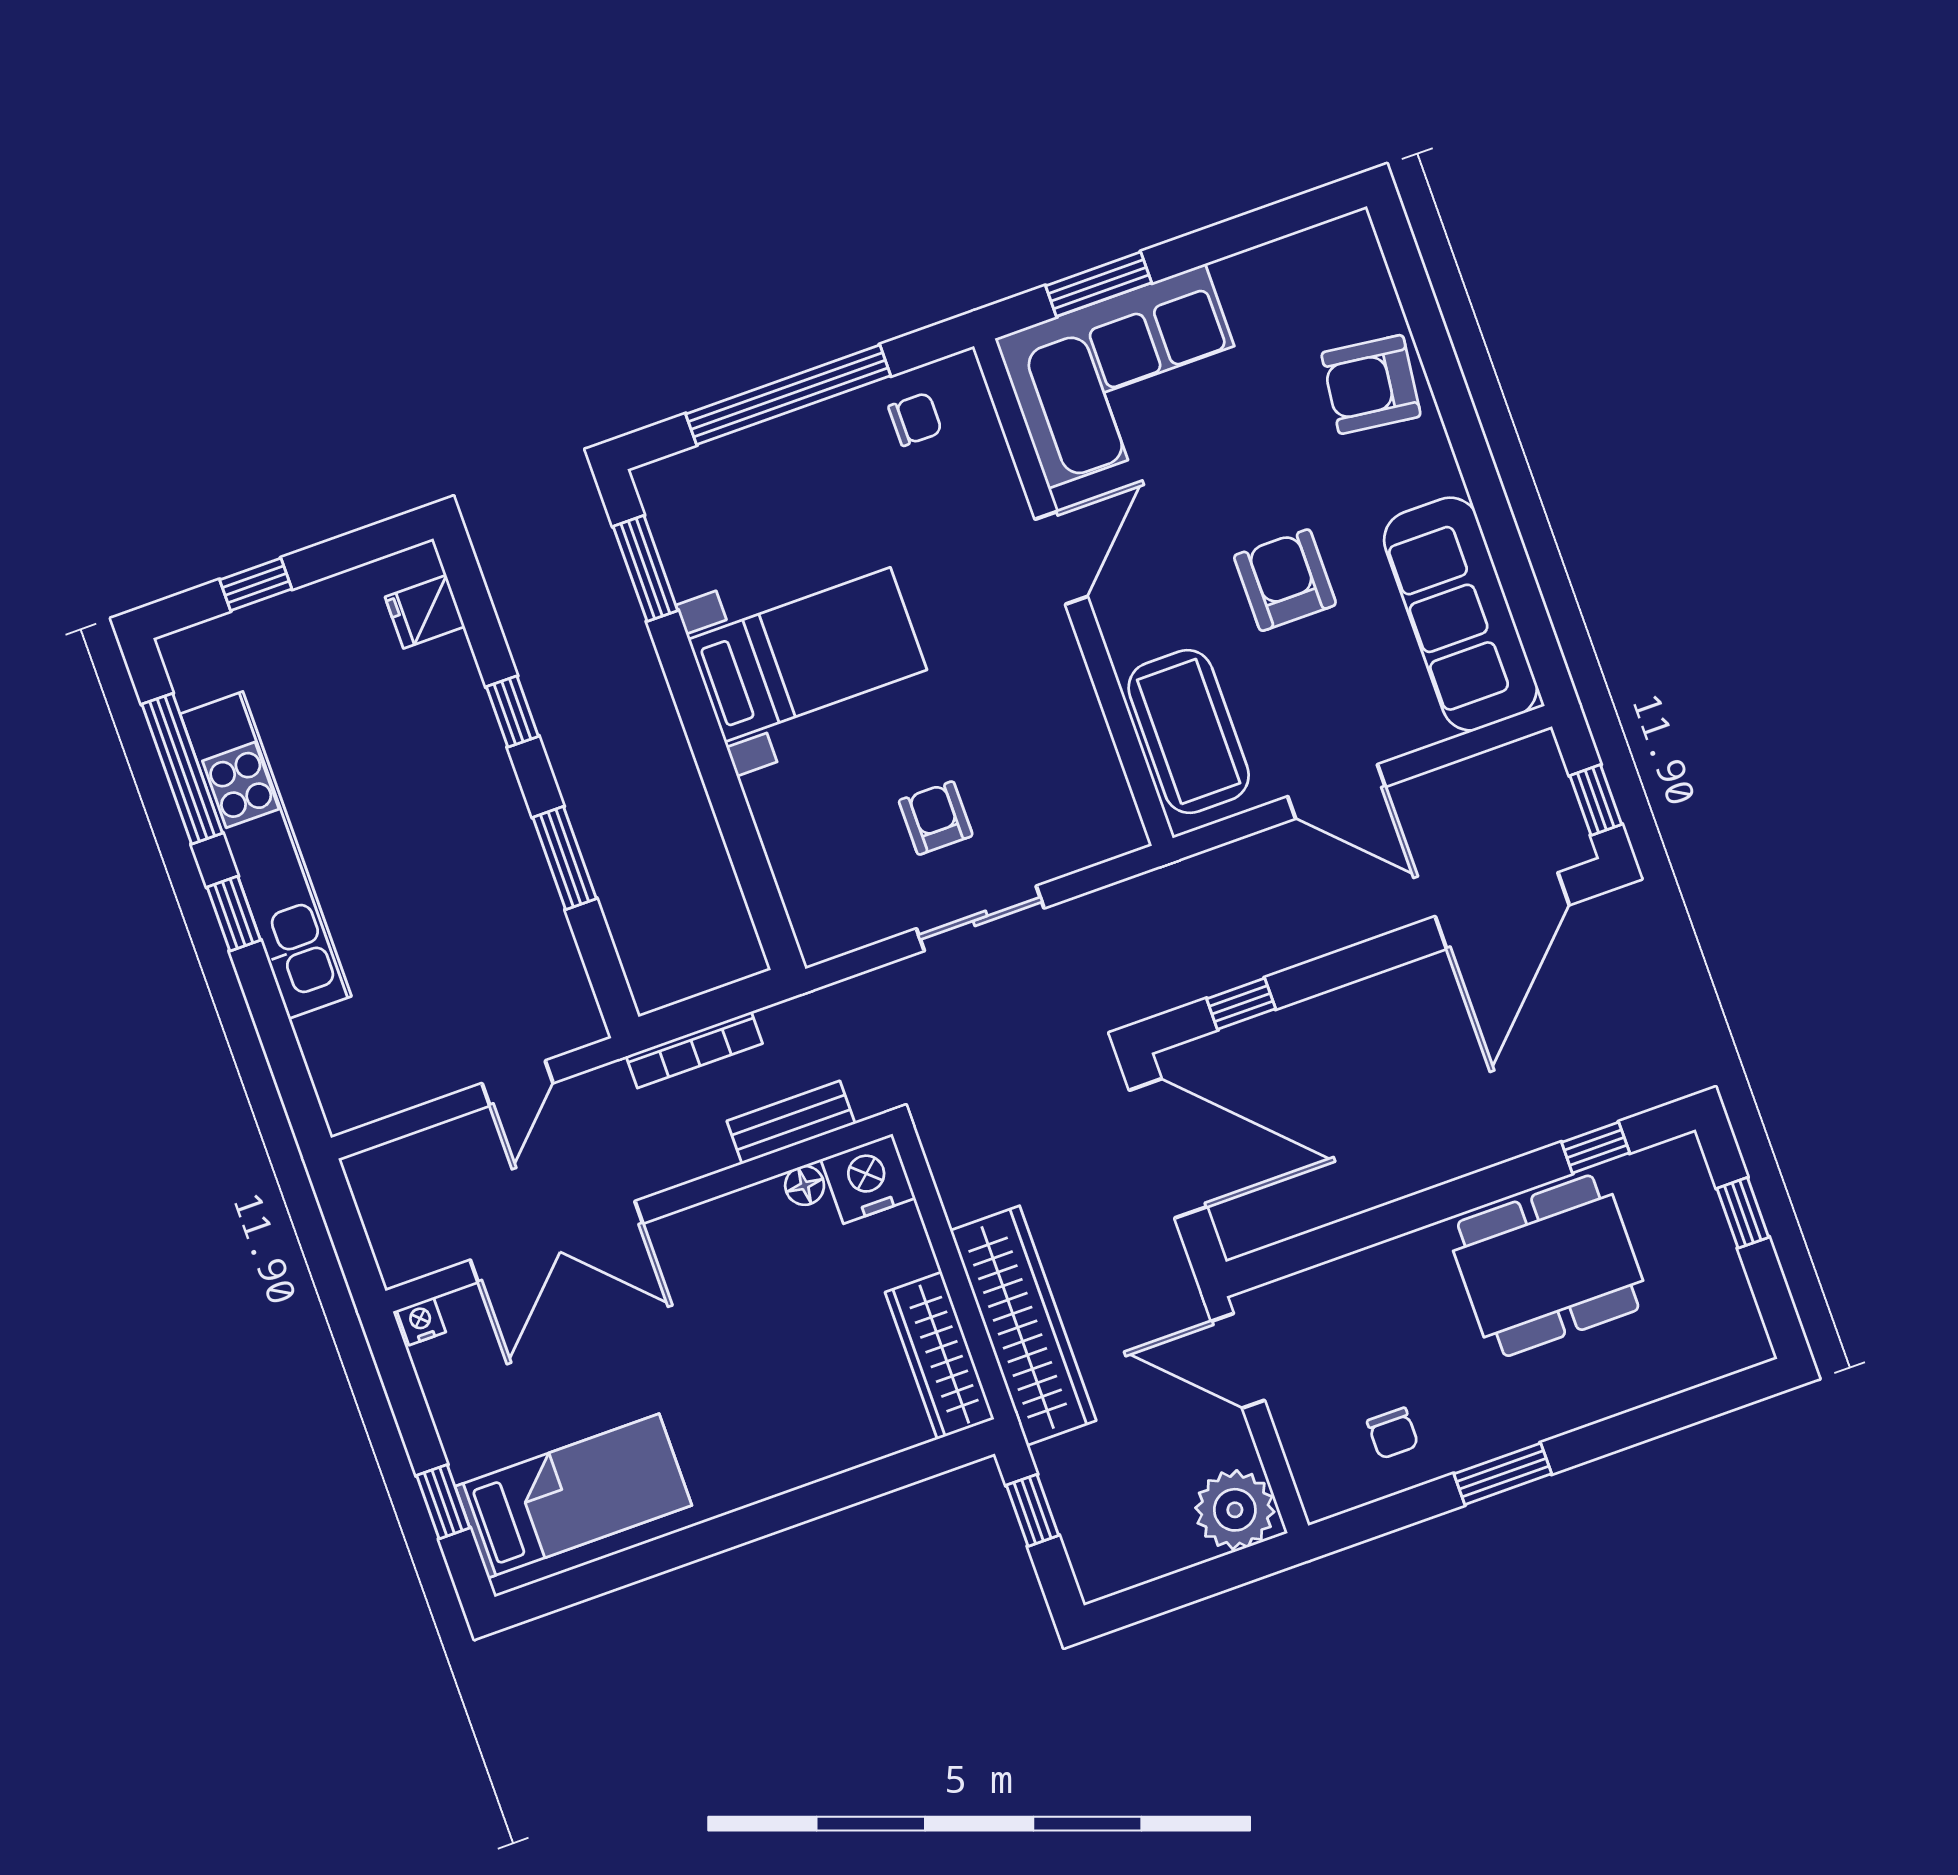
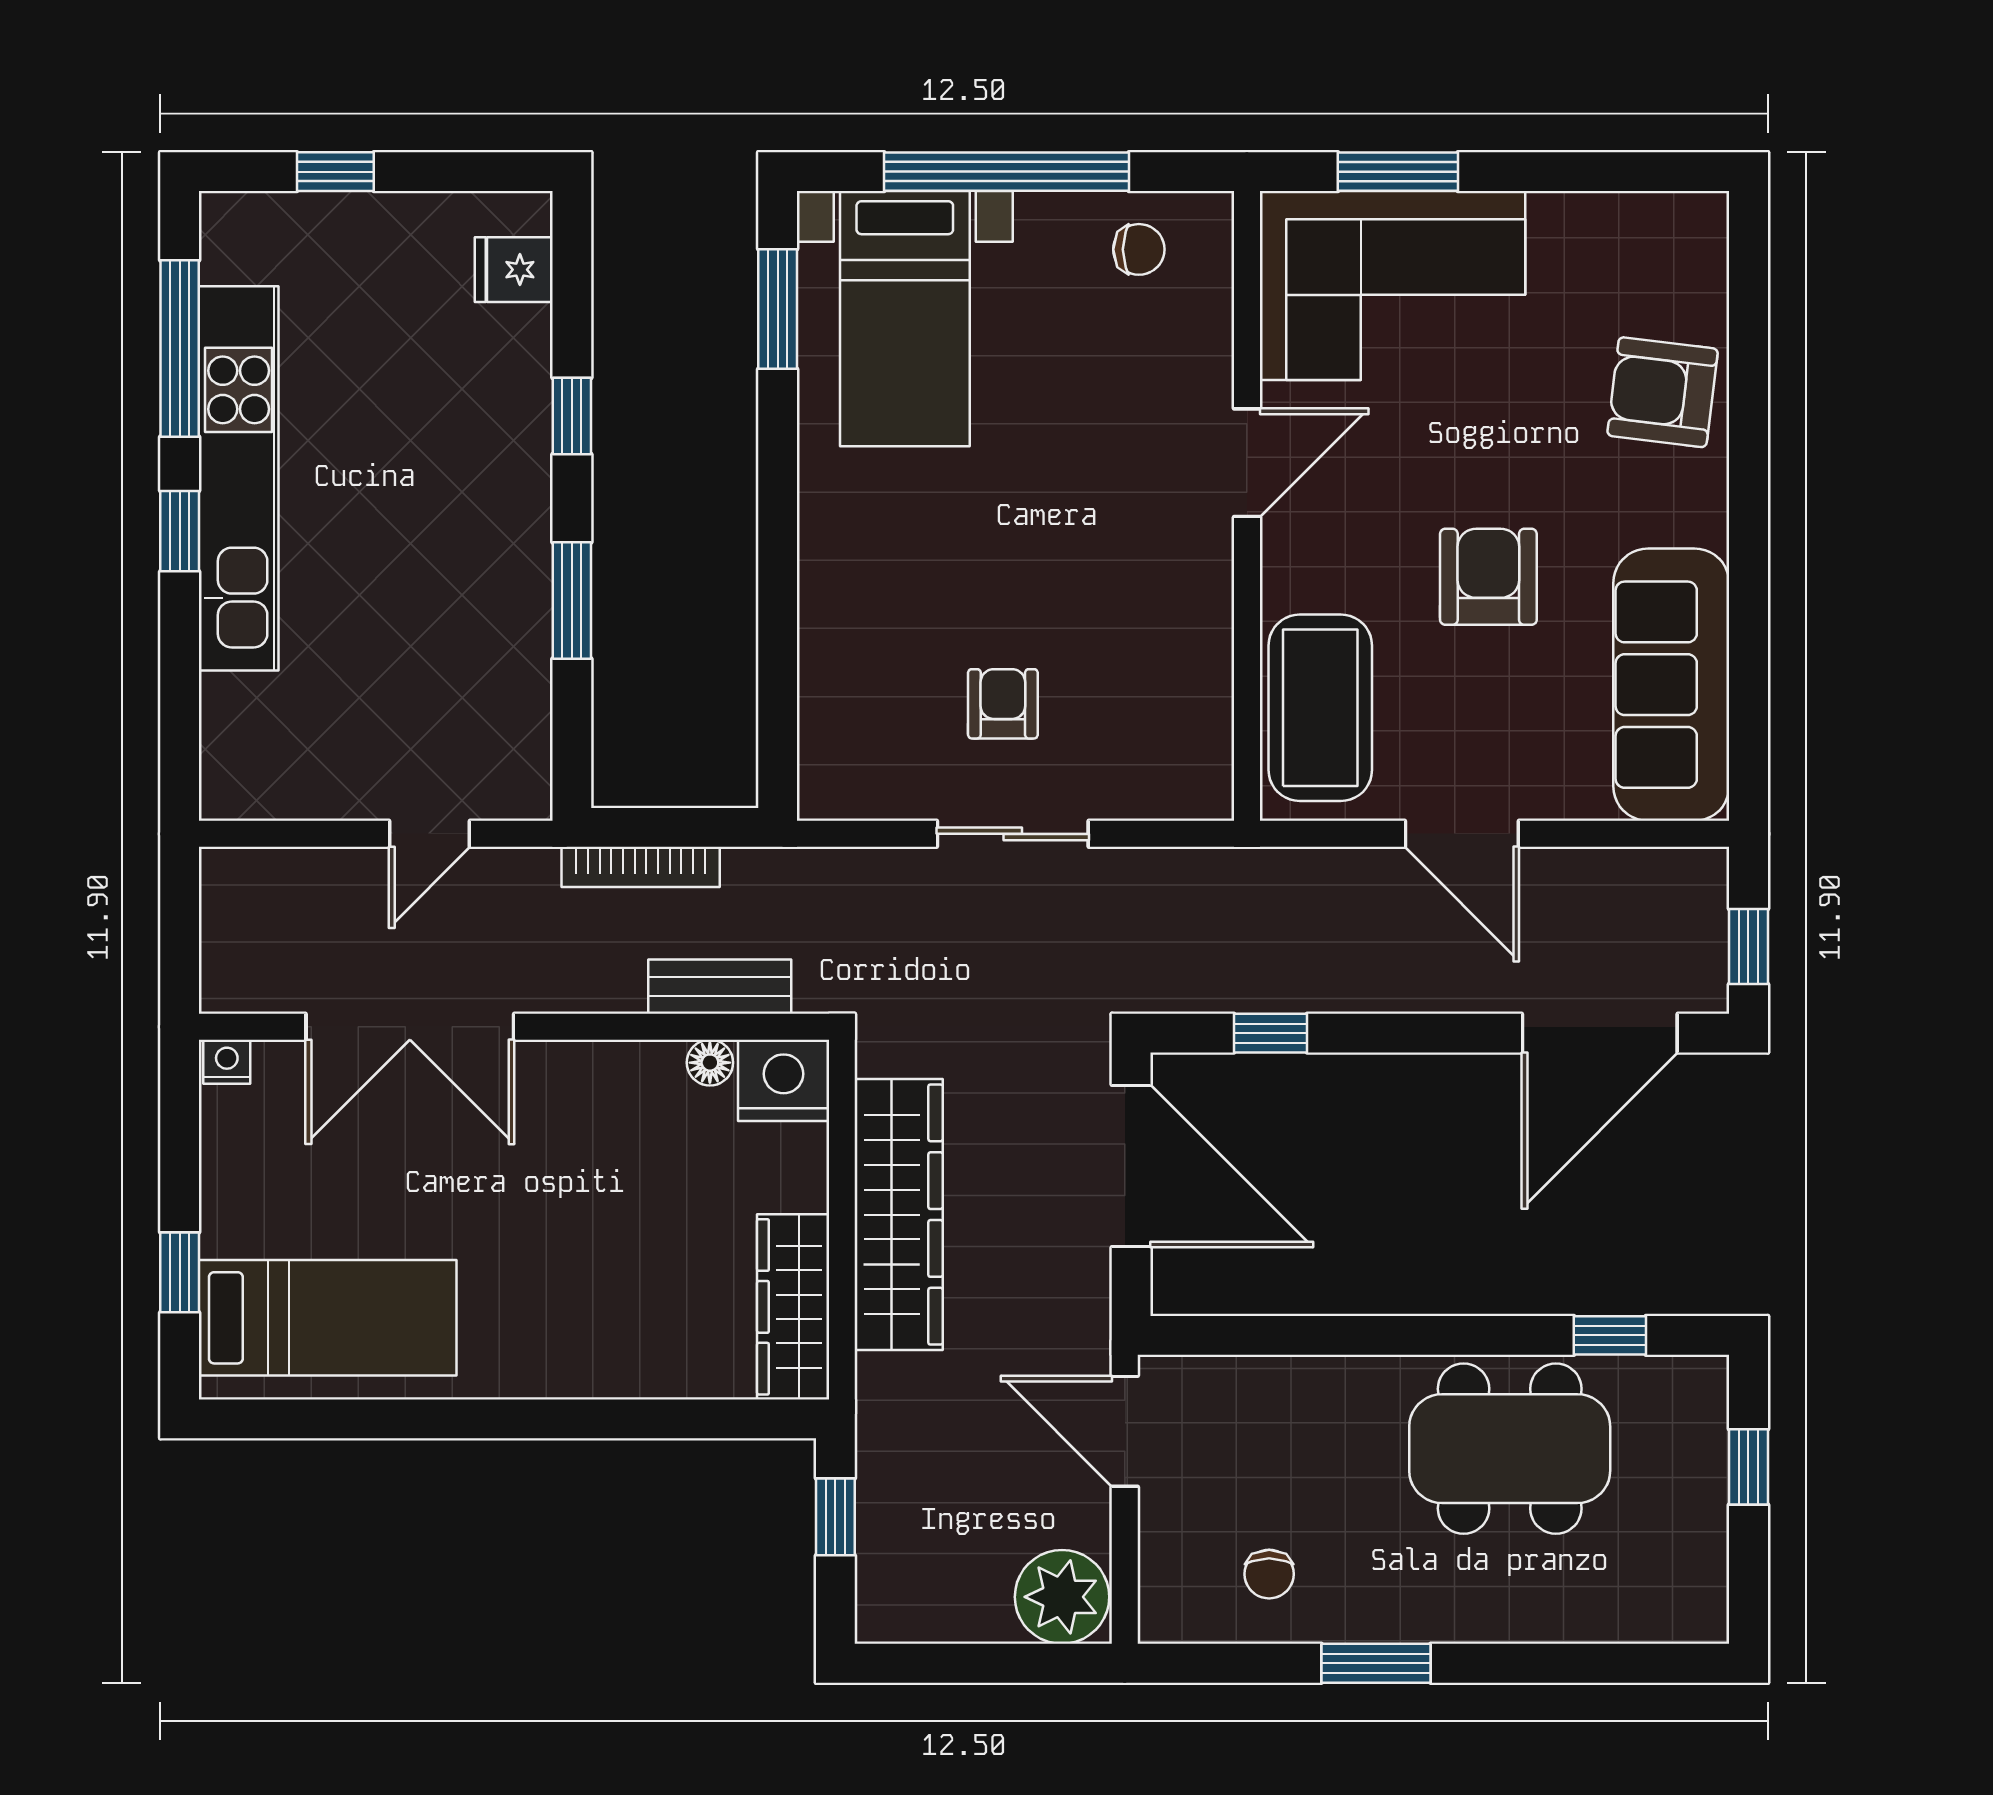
bed with nightstands: (807, 655) -> (905, 319), moved, turned 90
wardrobe: (1023, 1326) -> (899, 1215), moved

